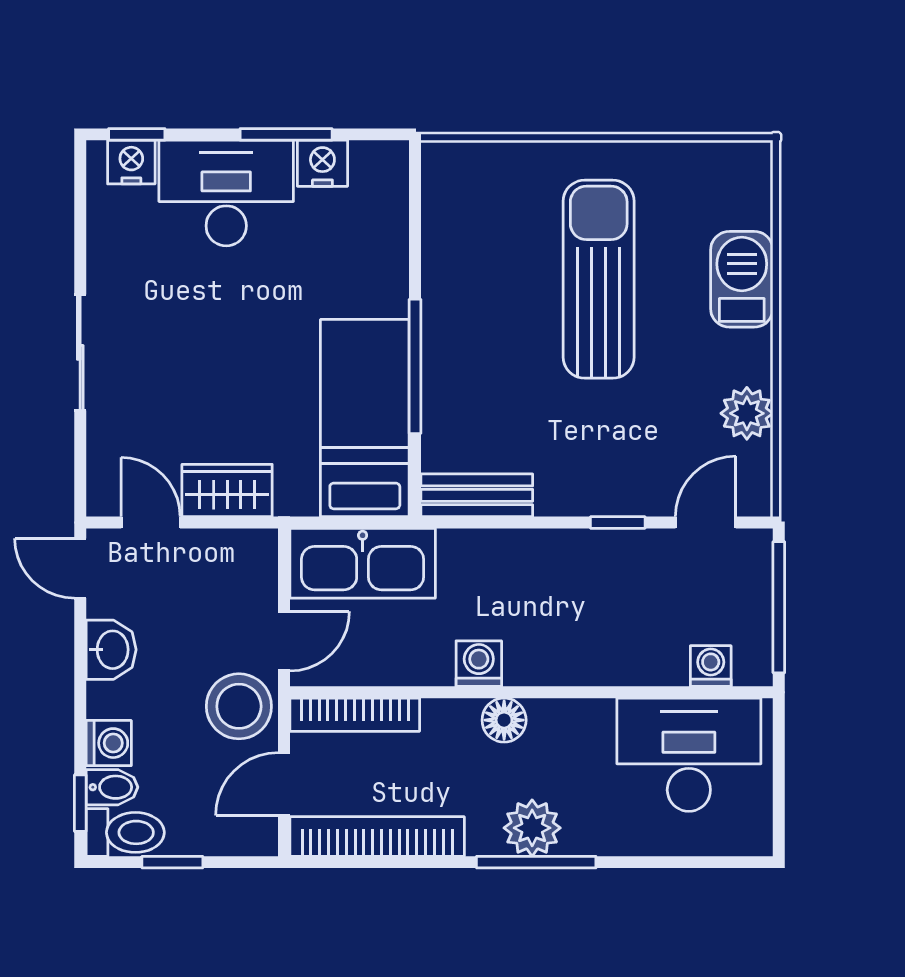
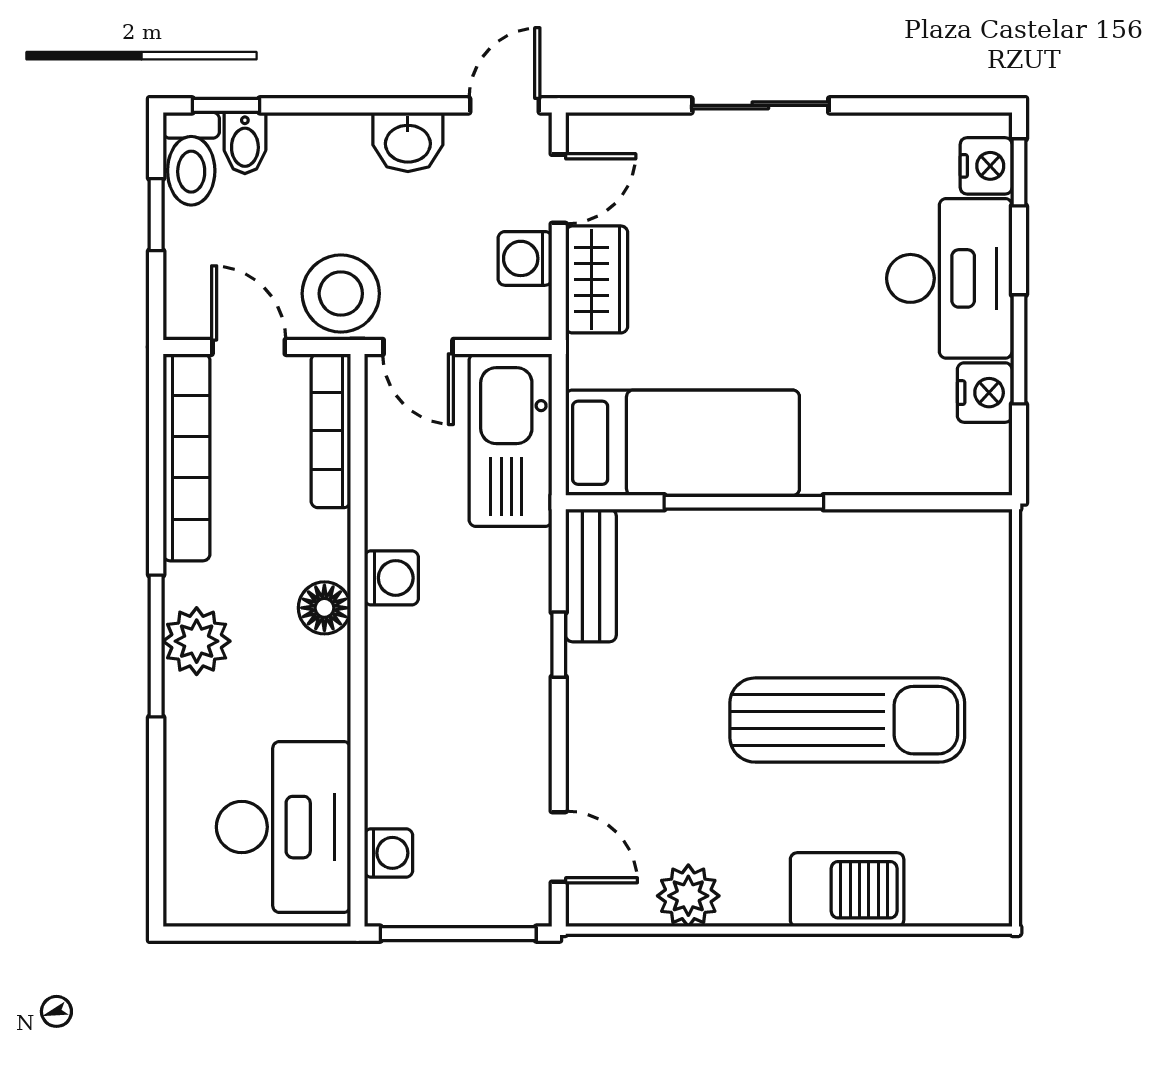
window: (618, 522) -> (559, 645), moved
washing machine: (109, 743) -> (525, 258), moved, turned 90

